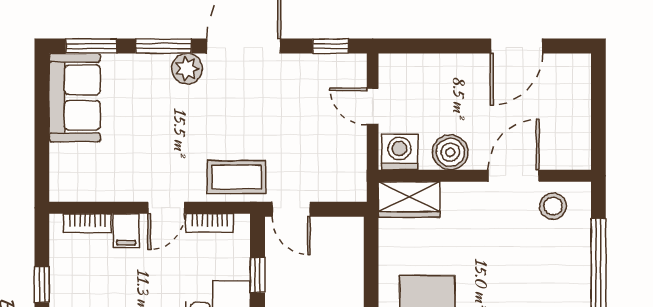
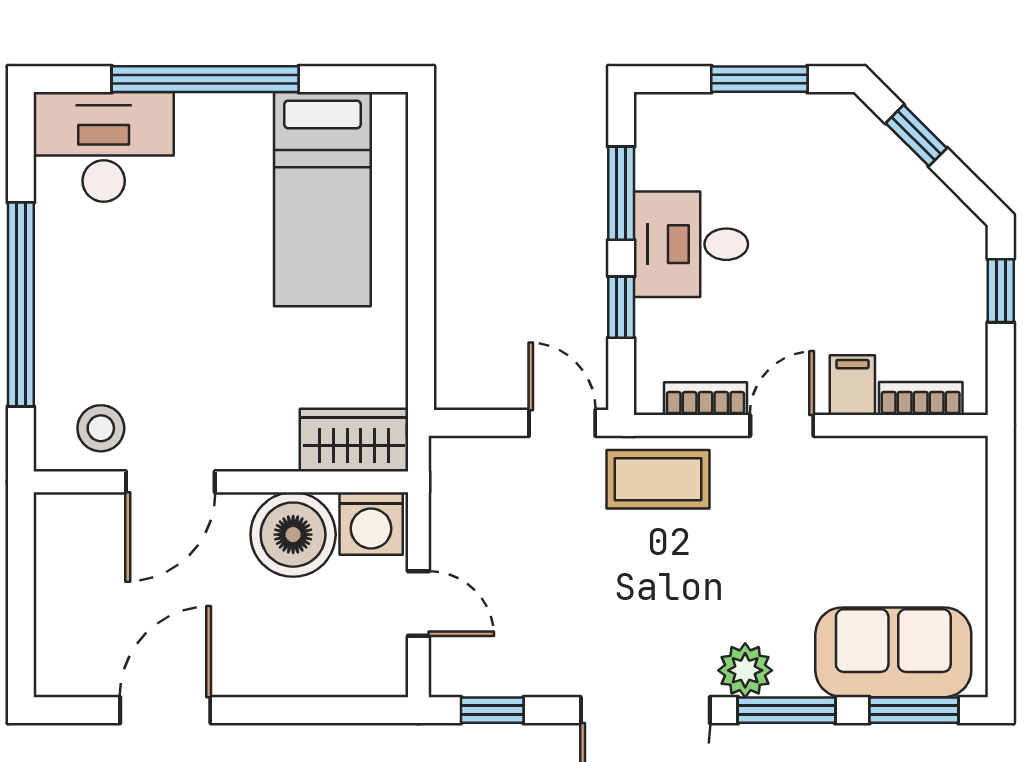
sofa: (75, 98) -> (893, 652), moved, turned 90
boiler: (450, 152) -> (293, 535), width x1.37, depth x1.37

